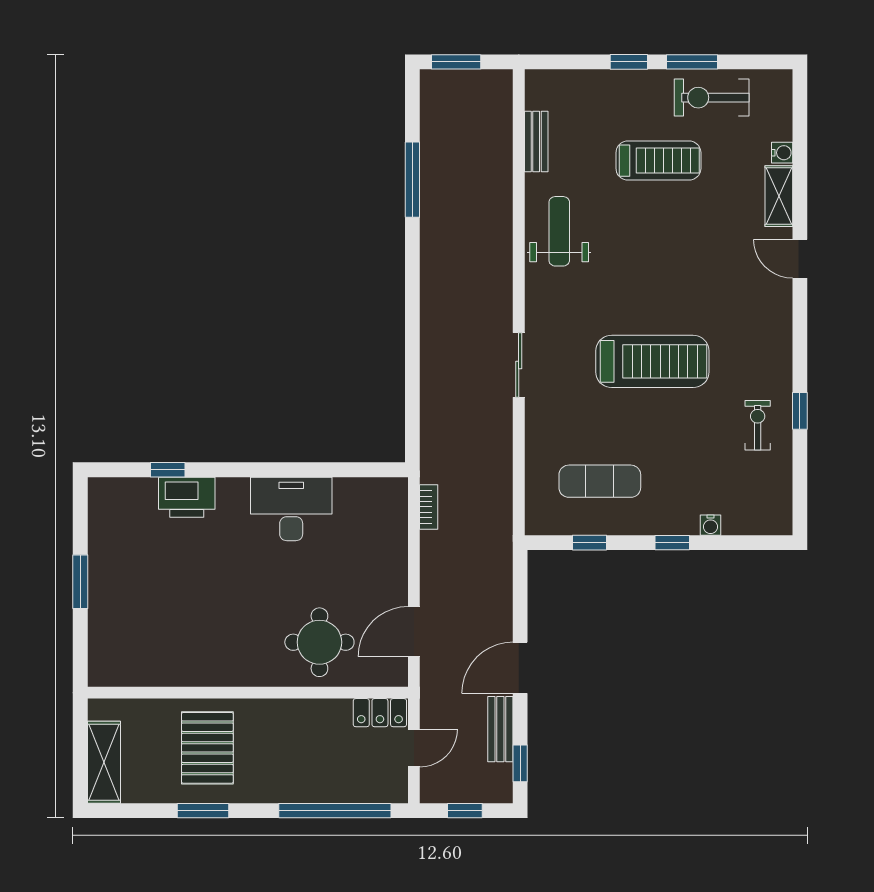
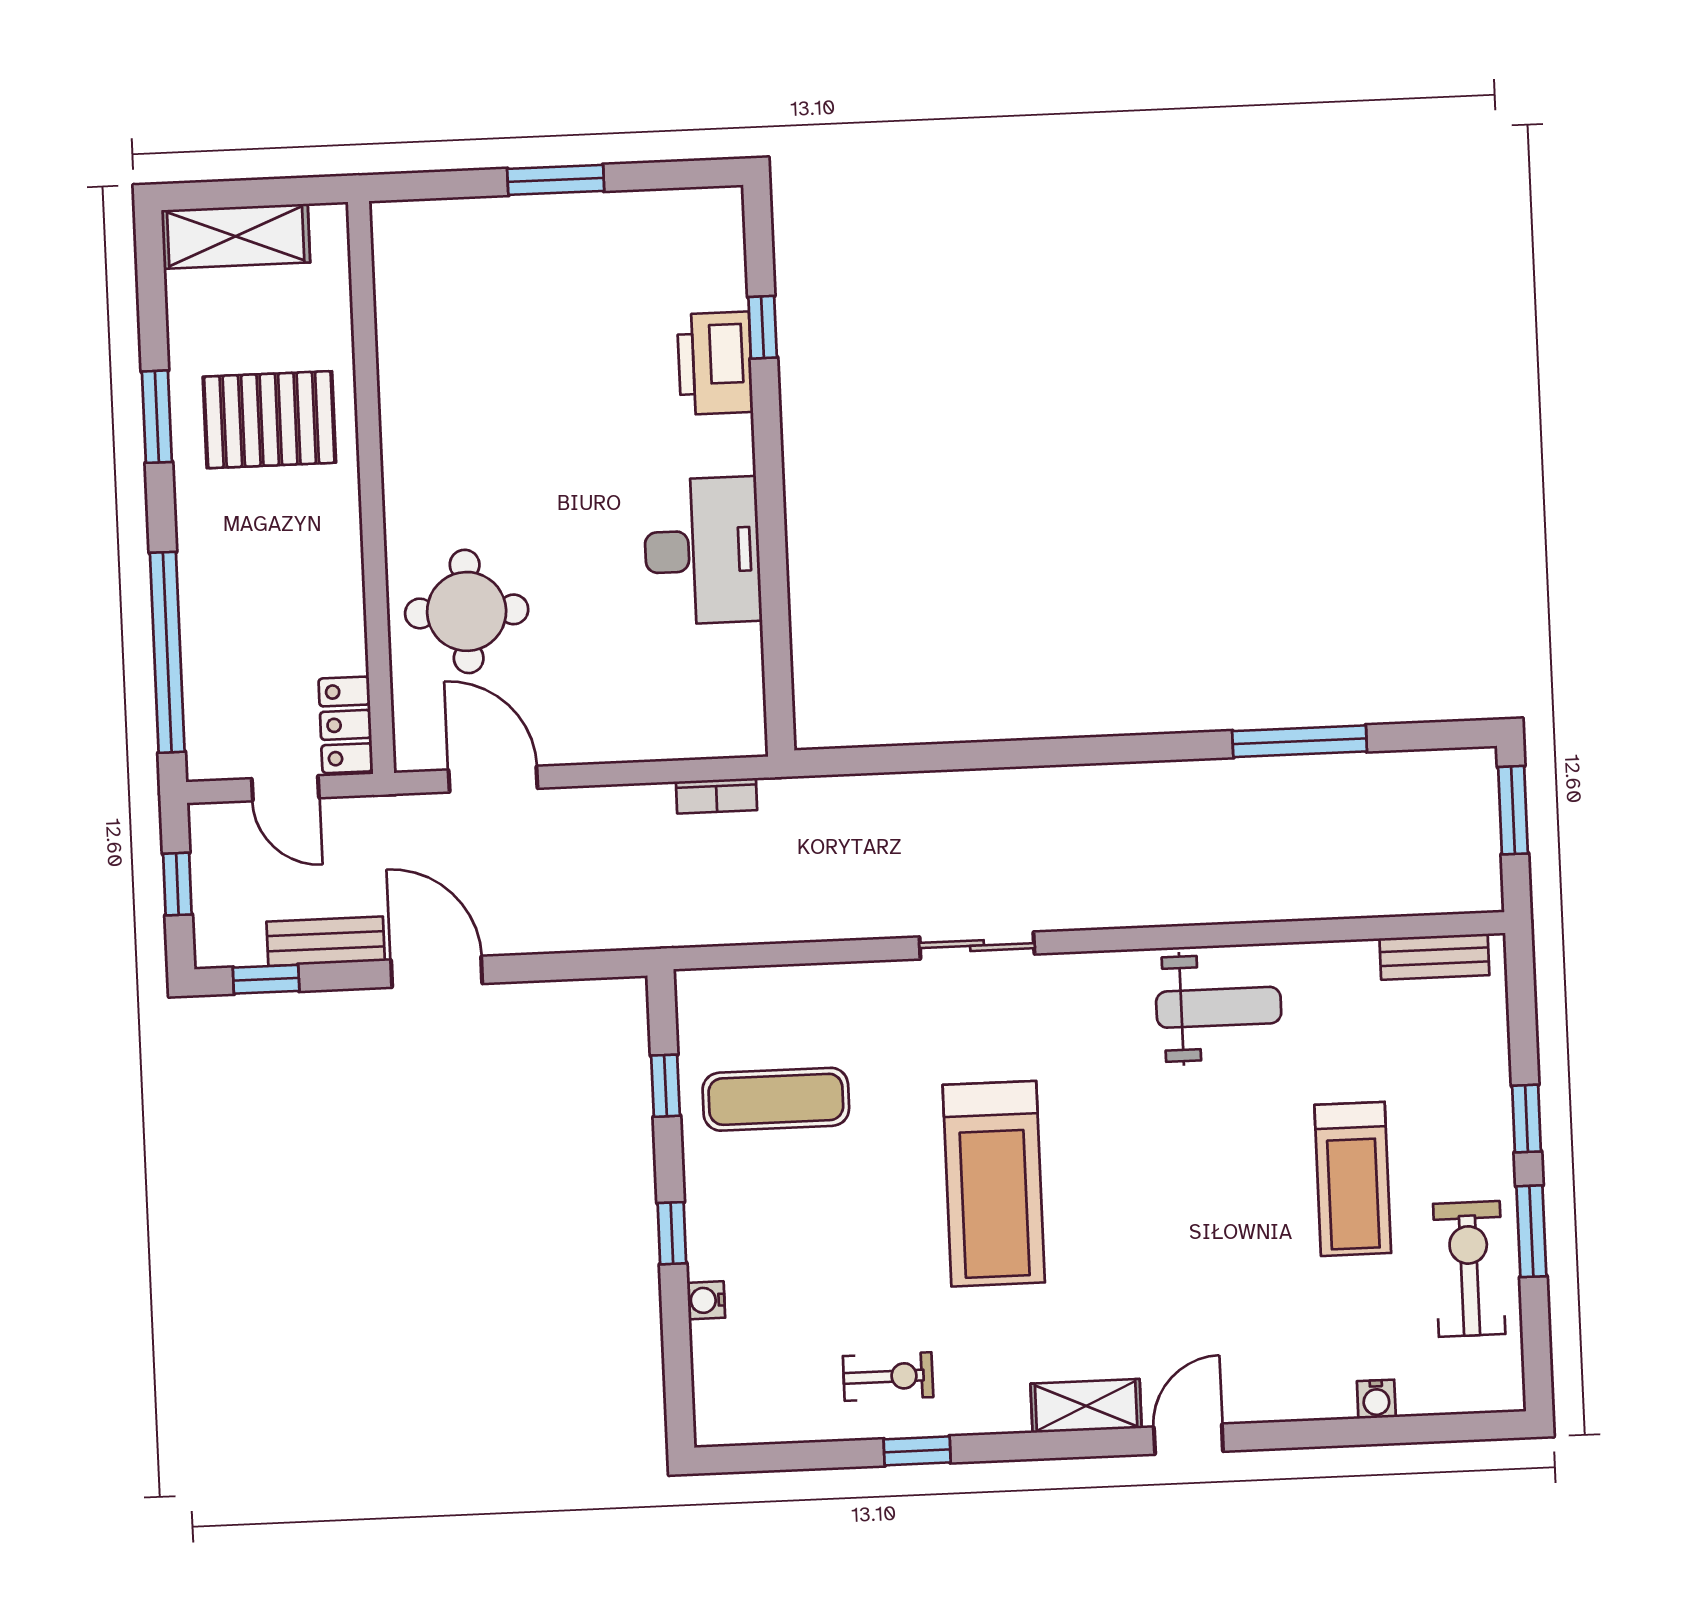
bench: (536, 141) -> (1434, 957), moved
shelving: (779, 196) -> (1086, 1406), moved
exercise mat: (600, 481) -> (776, 1099), turned 90

